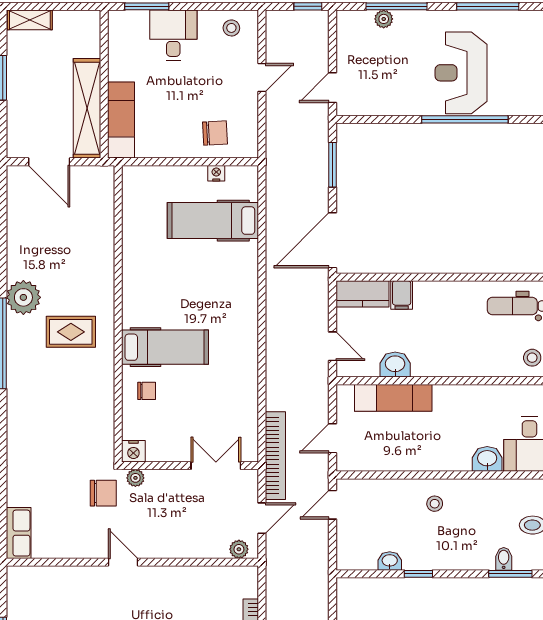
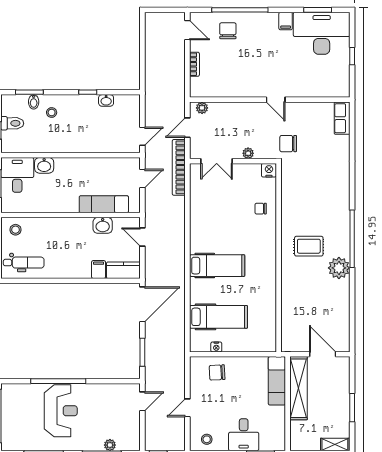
hospital bed: (165, 347) -> (217, 266), moved, turned 180
plant: (135, 478) -> (248, 153), moved
stool: (435, 504) -> (52, 113), moved

